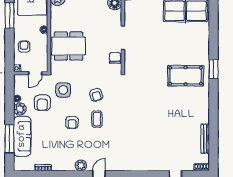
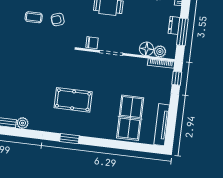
pool table: (186, 76) -> (73, 100), moved, turned 90
plant: (204, 117) -> (23, 123), added

